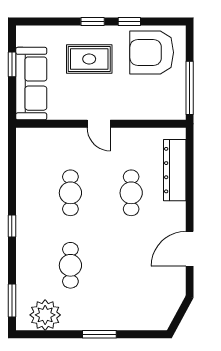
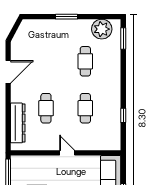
window: (12, 226) -> (123, 115), moved

